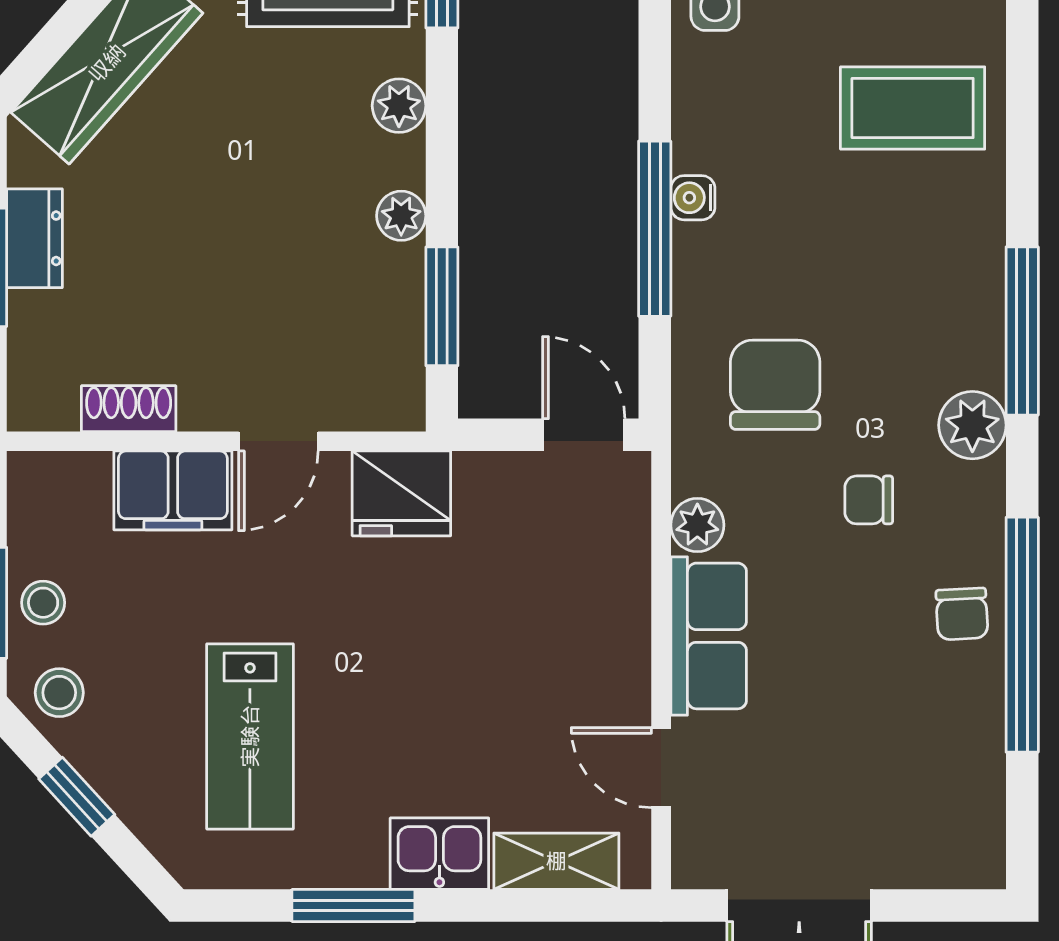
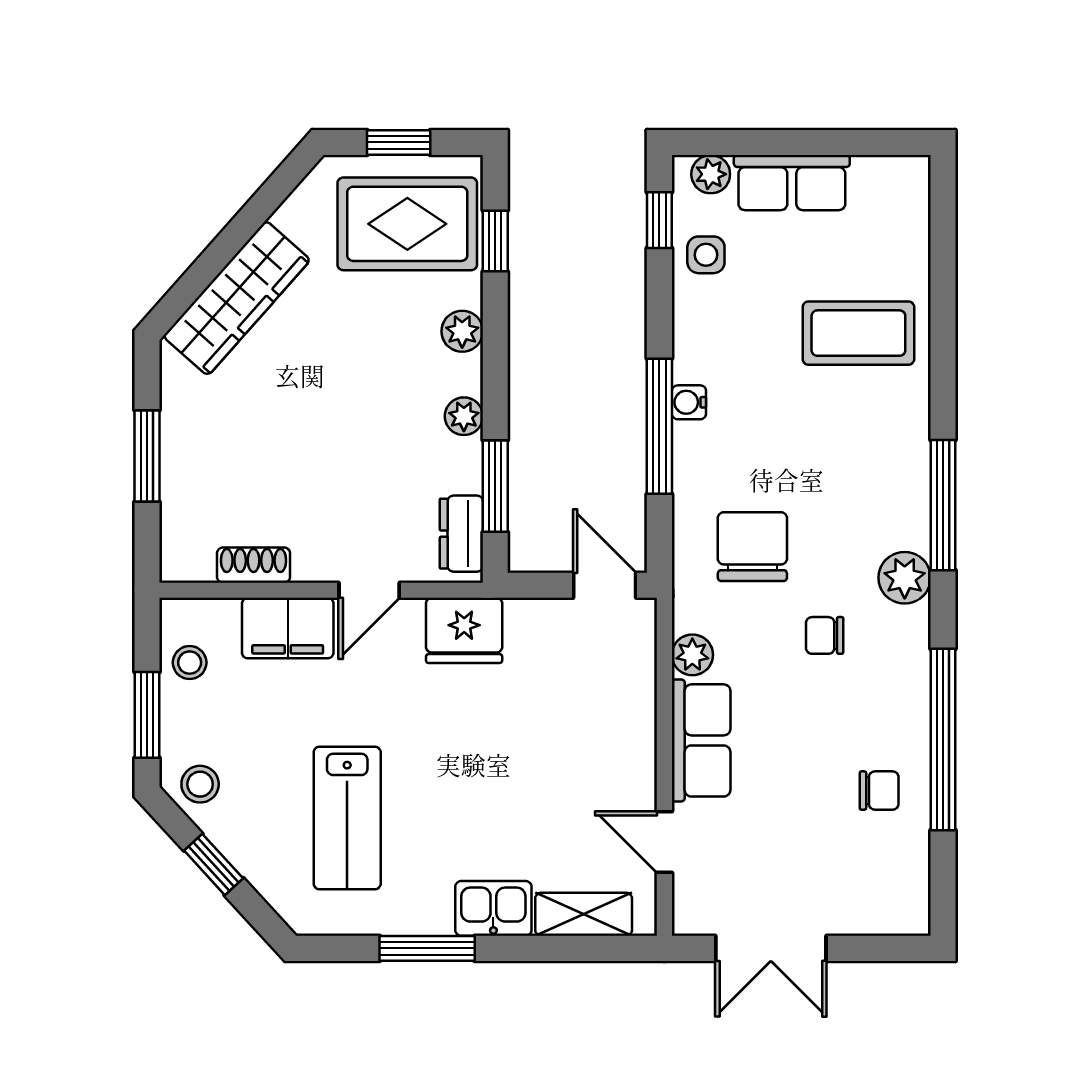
dresser: (34, 238) -> (461, 534), moved, turned 180
stool: (43, 603) -> (190, 663), moved
chair: (962, 614) -> (879, 791), moved, turned -87

